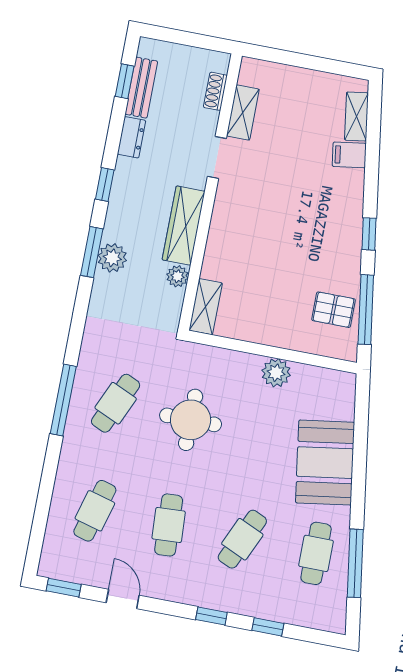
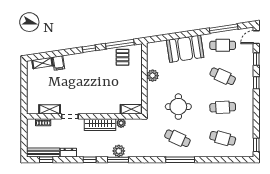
bench: (141, 88) -> (43, 152), width x1.36
door: (123, 599) -> (256, 37), moved

